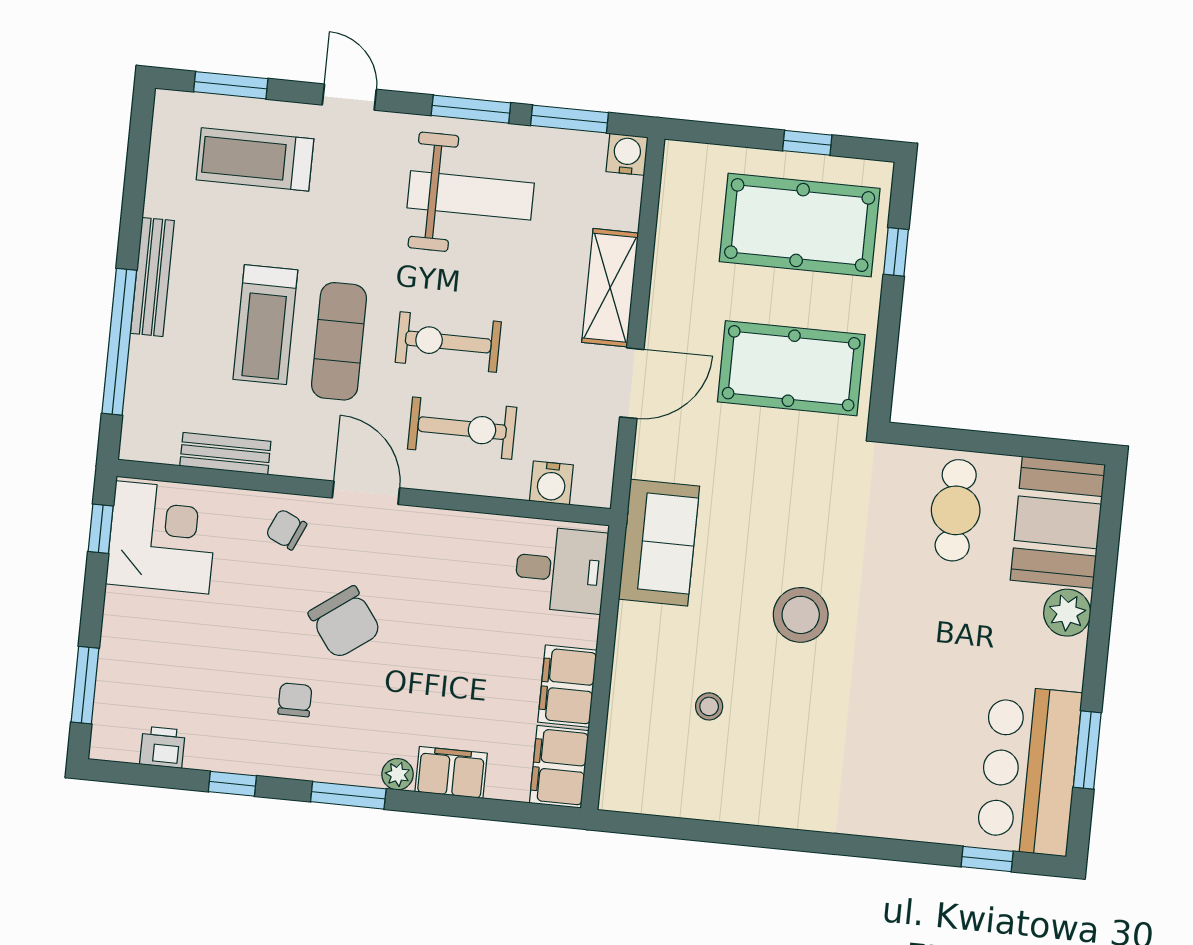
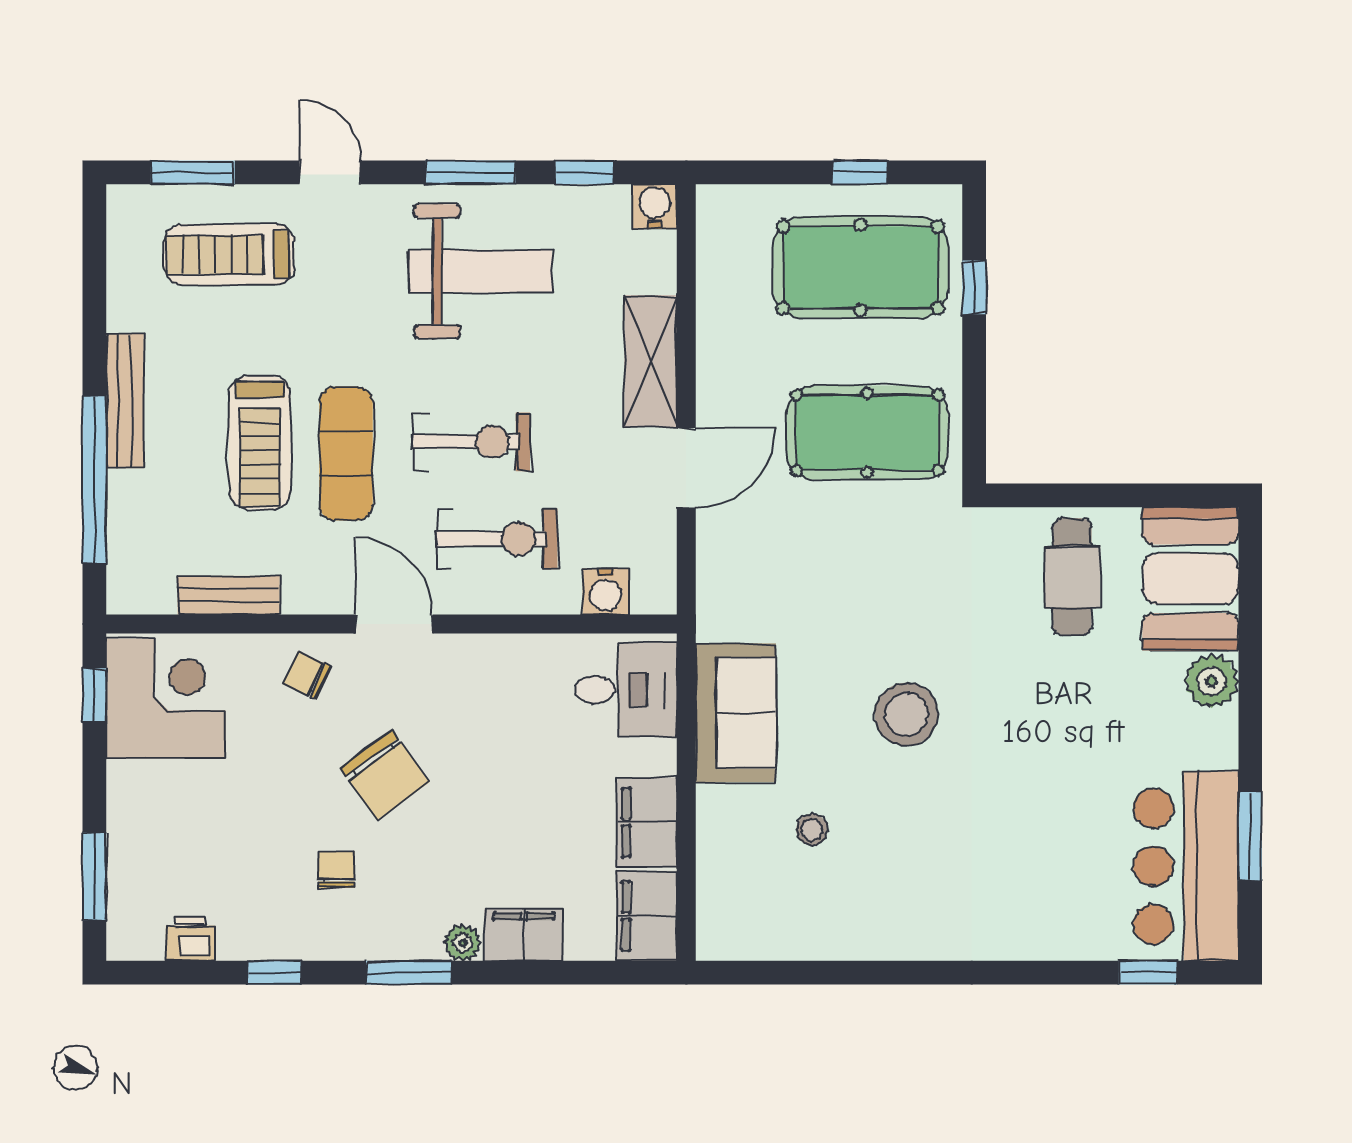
window: (569, 119) -> (585, 172), width x0.67
exercise bike: (448, 342) -> (471, 442), turned 180
sofa: (659, 543) -> (736, 713), moved

